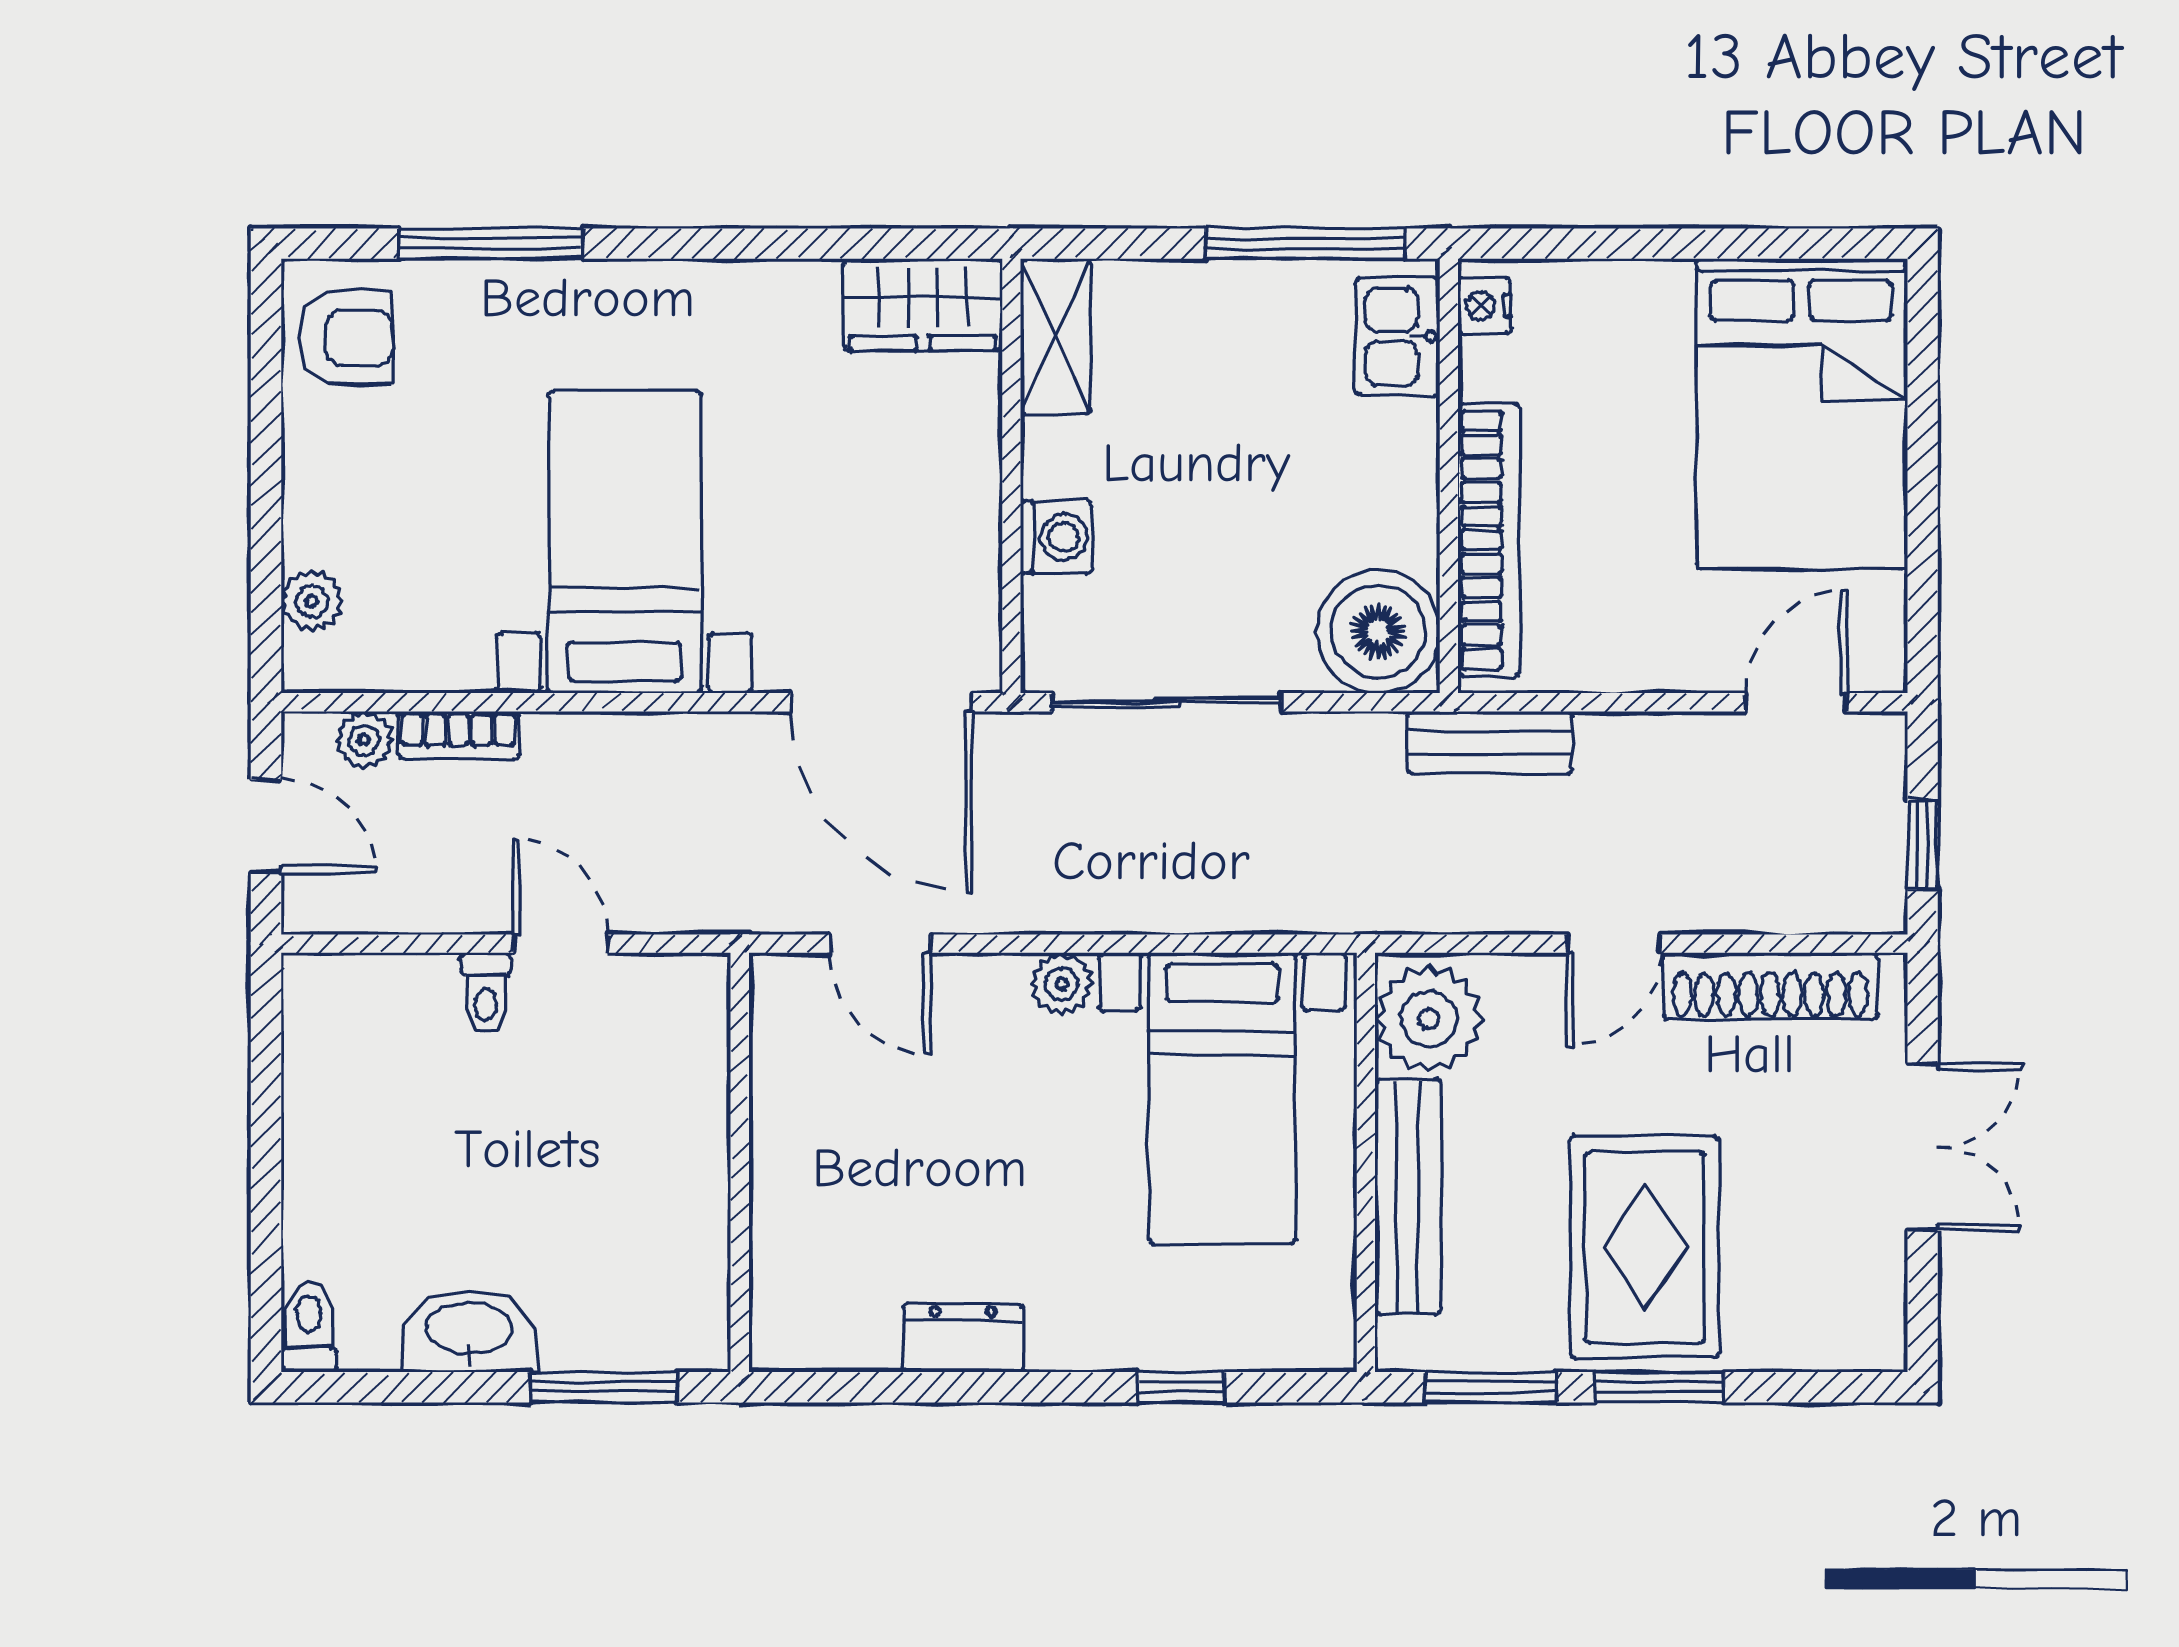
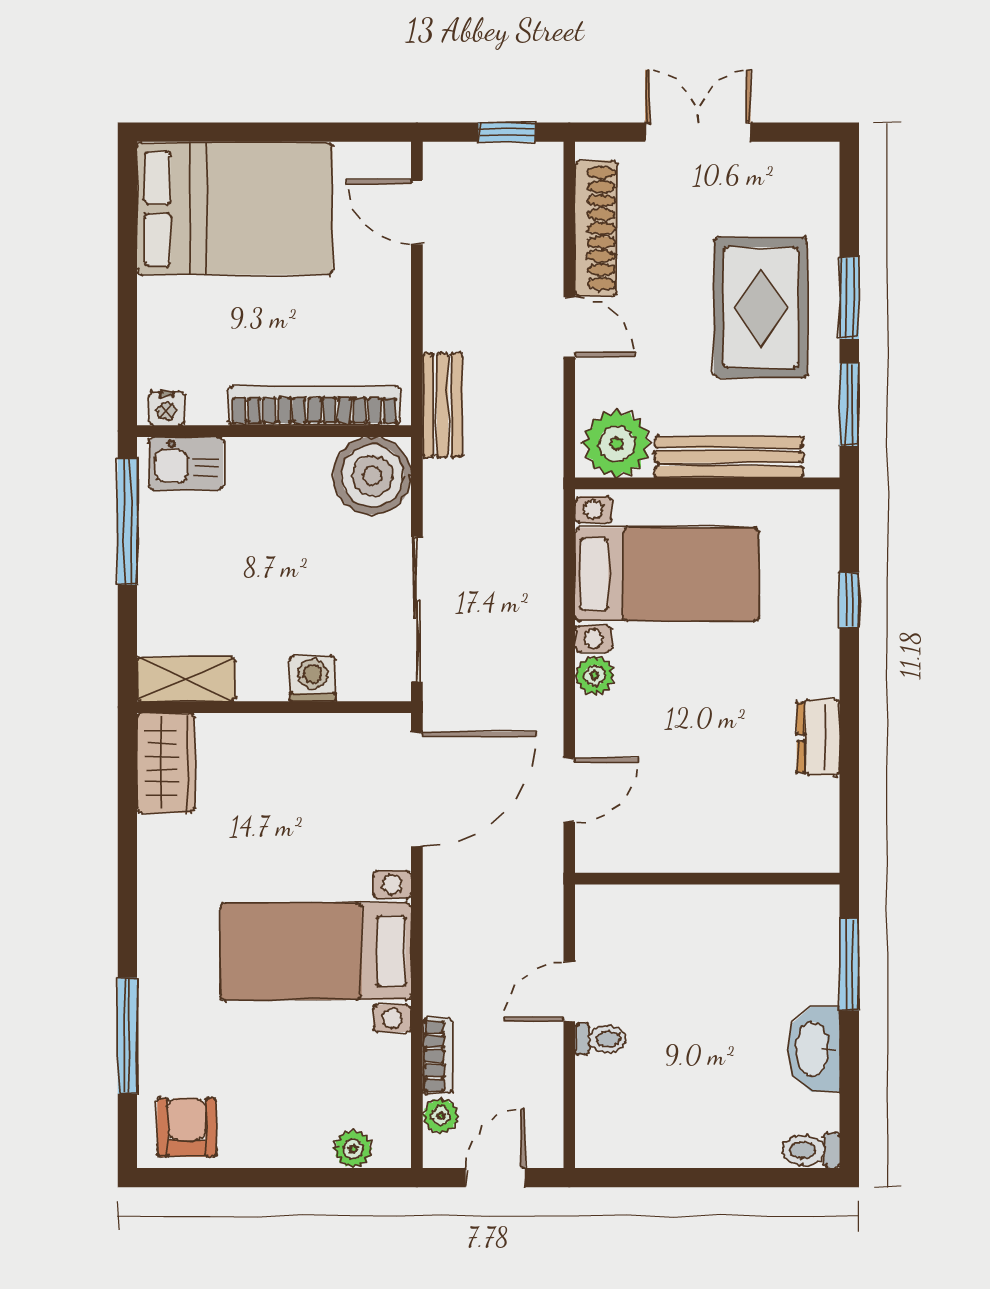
rug: (1644, 1247) -> (761, 308), turned 90

